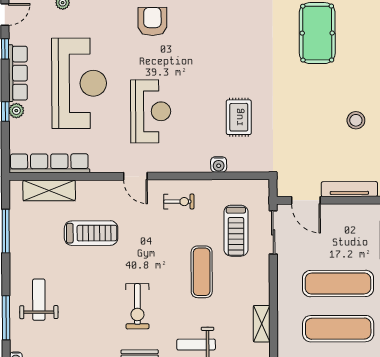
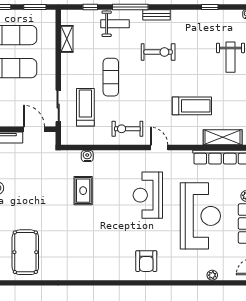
reception desk: (79, 83) -> (200, 216), turned 180
water cooler: (219, 164) -> (87, 156), moved
exercise bike: (179, 202) -> (127, 129), width x1.38, depth x1.39
treadmill: (91, 233) -> (192, 106), turned 180
exercise bike: (137, 306) -> (158, 52), turned 90

